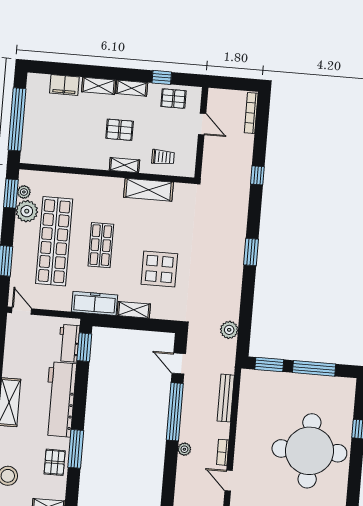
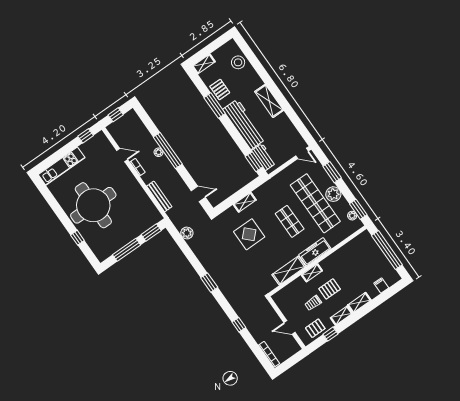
filing cabinet: (64, 85) -> (381, 286), width x0.50
trolley: (163, 157) -> (313, 303), moved
plant: (27, 211) -> (333, 194), moved
freezer: (95, 303) -> (315, 252), moved, turned 180
window: (175, 412) -> (168, 150), moved

